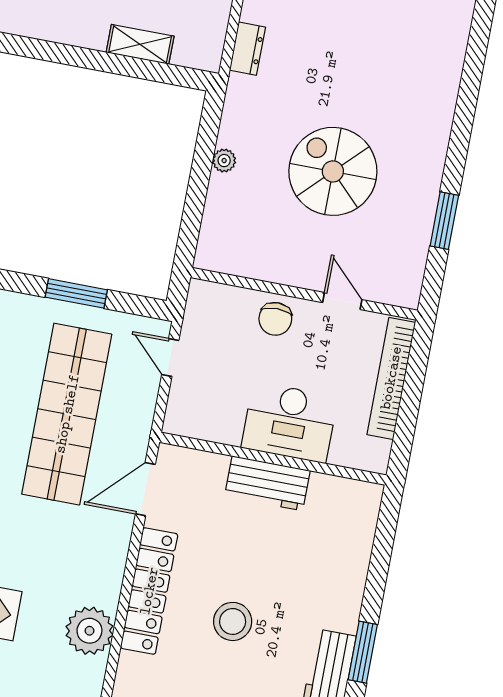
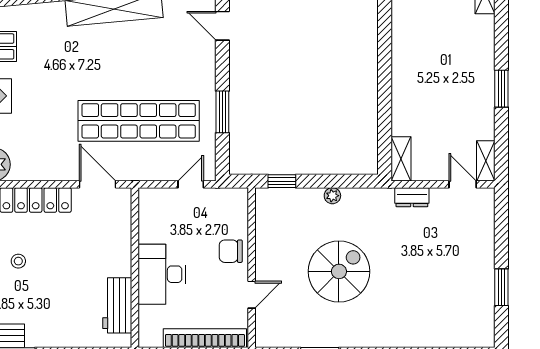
shelving: (140, 44) -> (401, 159), moved
window: (190, 228) -> (282, 181), added
workbench: (267, 483) -> (117, 305), moved
stool: (233, 621) -> (18, 261), width x0.53, depth x0.53

